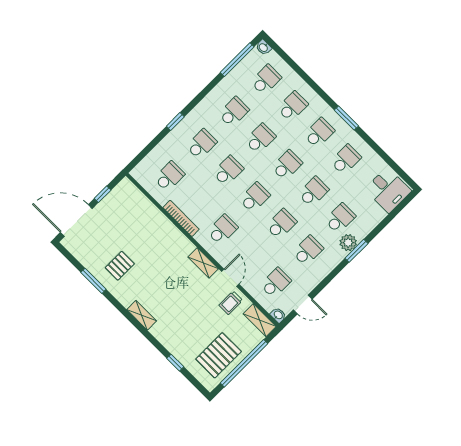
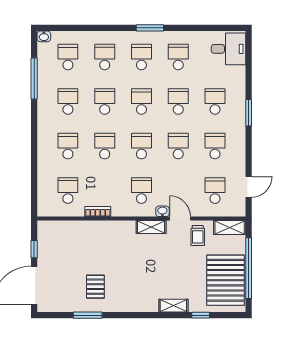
window: (237, 60) -> (34, 79), moved
window: (175, 122) -> (34, 149), removed
bookcase: (181, 218) -> (98, 212), width x0.64
plant: (348, 243) -> (237, 113), removed
shelving: (142, 315) -> (173, 306), moved
washbasin: (278, 315) -> (162, 211), moved
pallet: (219, 355) -> (226, 280), width x1.37, depth x1.41

